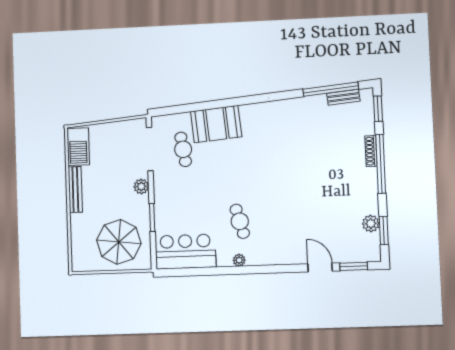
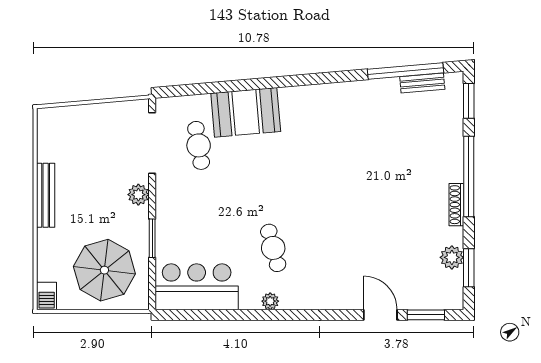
barbecue: (78, 147) -> (47, 296), moved, width x0.53, depth x0.65
shoe rack: (371, 151) -> (456, 205), moved

